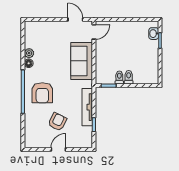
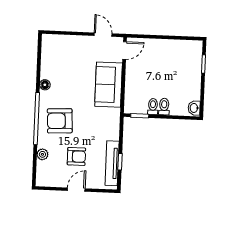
washbasin: (154, 34) -> (194, 108), moved
plant: (29, 53) -> (42, 154), moved
armchair: (42, 93) -> (60, 121), turned 87
tv unit: (87, 107) -> (112, 163), moved
armchair: (57, 122) -> (76, 156), turned 64

